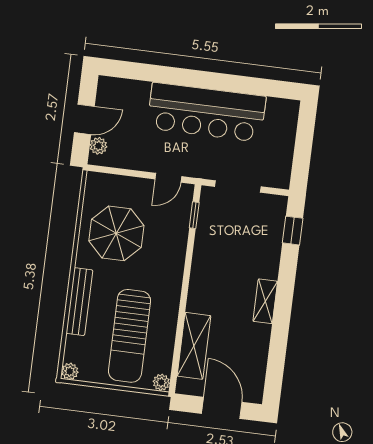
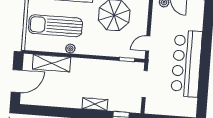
door: (168, 178) -> (148, 44), hinge flipped
shelving: (265, 301) -> (95, 104), moved
plant: (161, 382) -> (70, 49), moved

